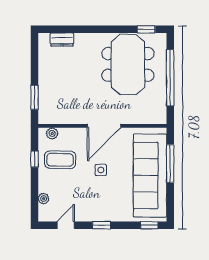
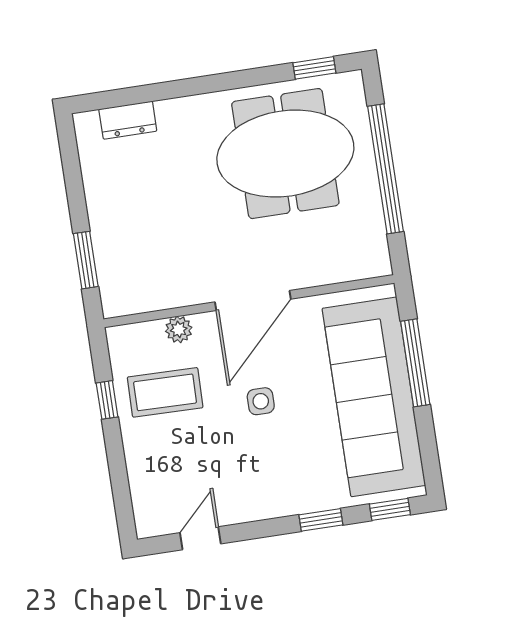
meeting table: (128, 64) -> (285, 154), turned 90
plant: (52, 133) -> (179, 329), moved
plant: (44, 199) -> (141, 486), removed
window: (101, 225) -> (321, 520), moved

